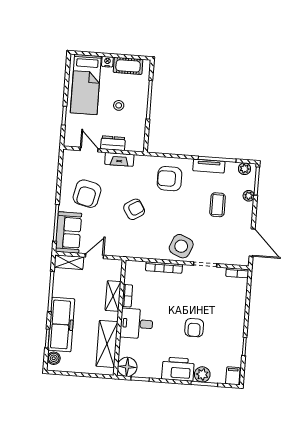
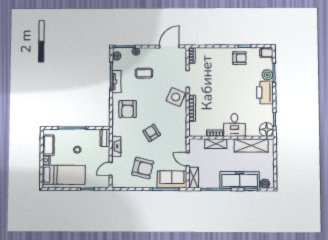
dresser: (113, 143) -> (105, 138), moved
armchair: (194, 328) -> (239, 58), moved

